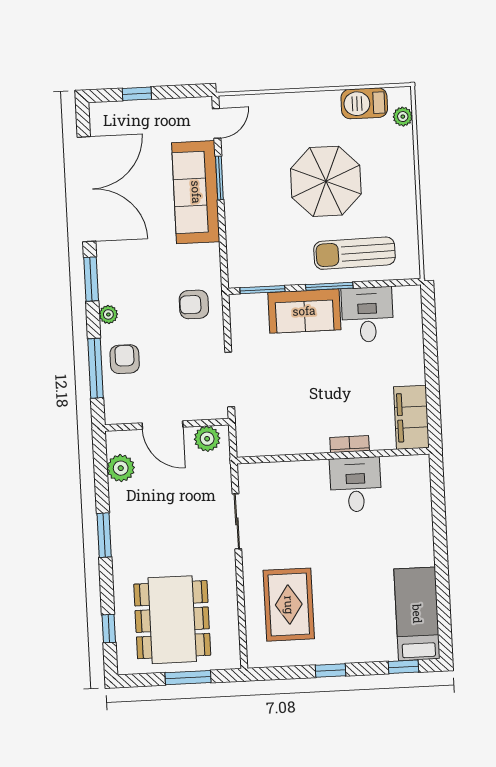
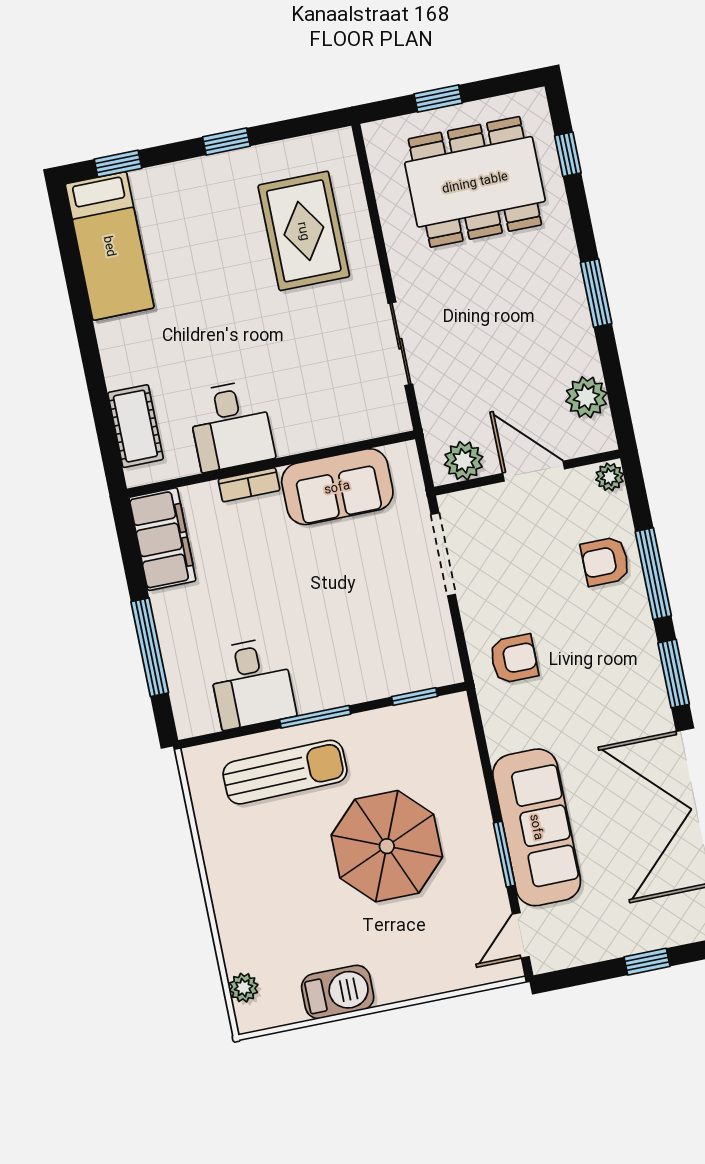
barbecue: (364, 103) -> (338, 992), moved
parasol: (326, 181) -> (387, 846), moved
window: (262, 290) -> (415, 697), width x0.67
sofa: (304, 311) -> (337, 487), moved, turned 180
plant: (108, 314) -> (610, 477), moved
window: (430, 348) -> (150, 647), added
armchair: (125, 359) -> (605, 561), turned 90
window: (96, 368) -> (653, 574), moved
cot: (418, 494) -> (135, 426), added
dining table: (172, 620) -> (475, 182), turned 90
window: (188, 678) -> (438, 98), width x0.67

